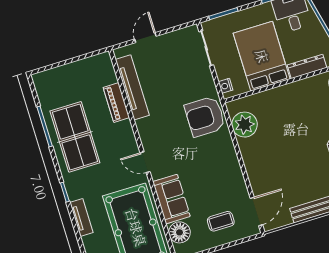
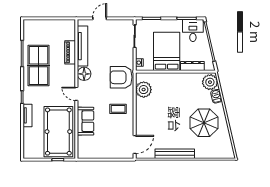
coffee table: (221, 221) -> (118, 109), moved
floor lamp: (179, 232) -> (84, 74), moved

